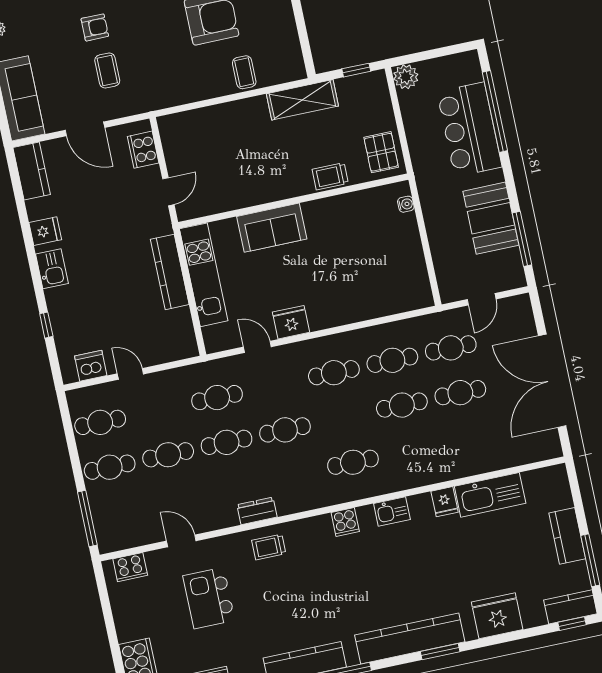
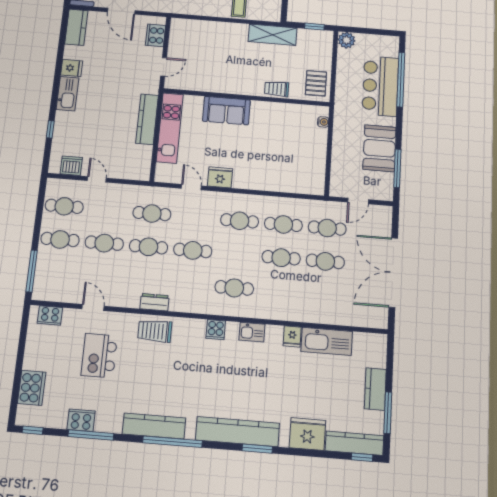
kitchen sink: (52, 269) -> (67, 94), width x1.38
trolley: (269, 547) -> (155, 331), width x1.36, depth x1.39
kitchen counter: (570, 607) -> (354, 443), width x1.50

